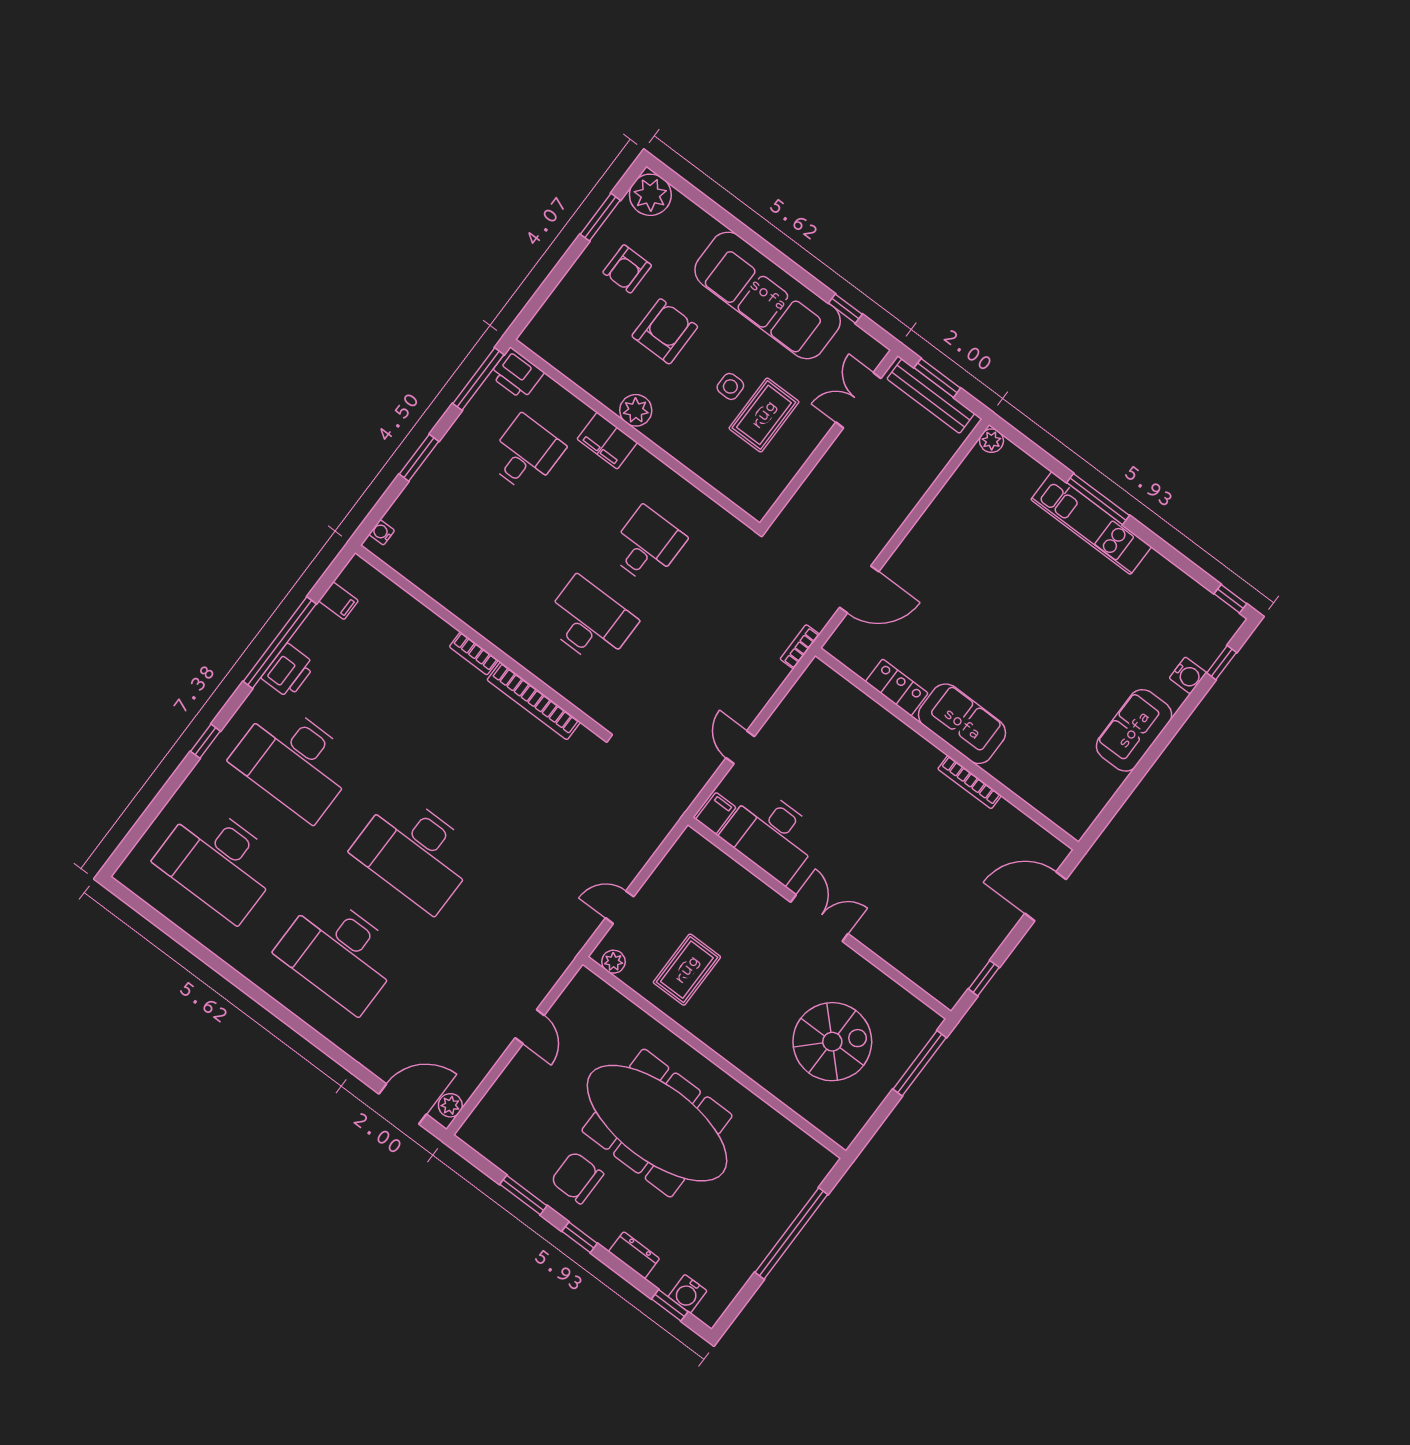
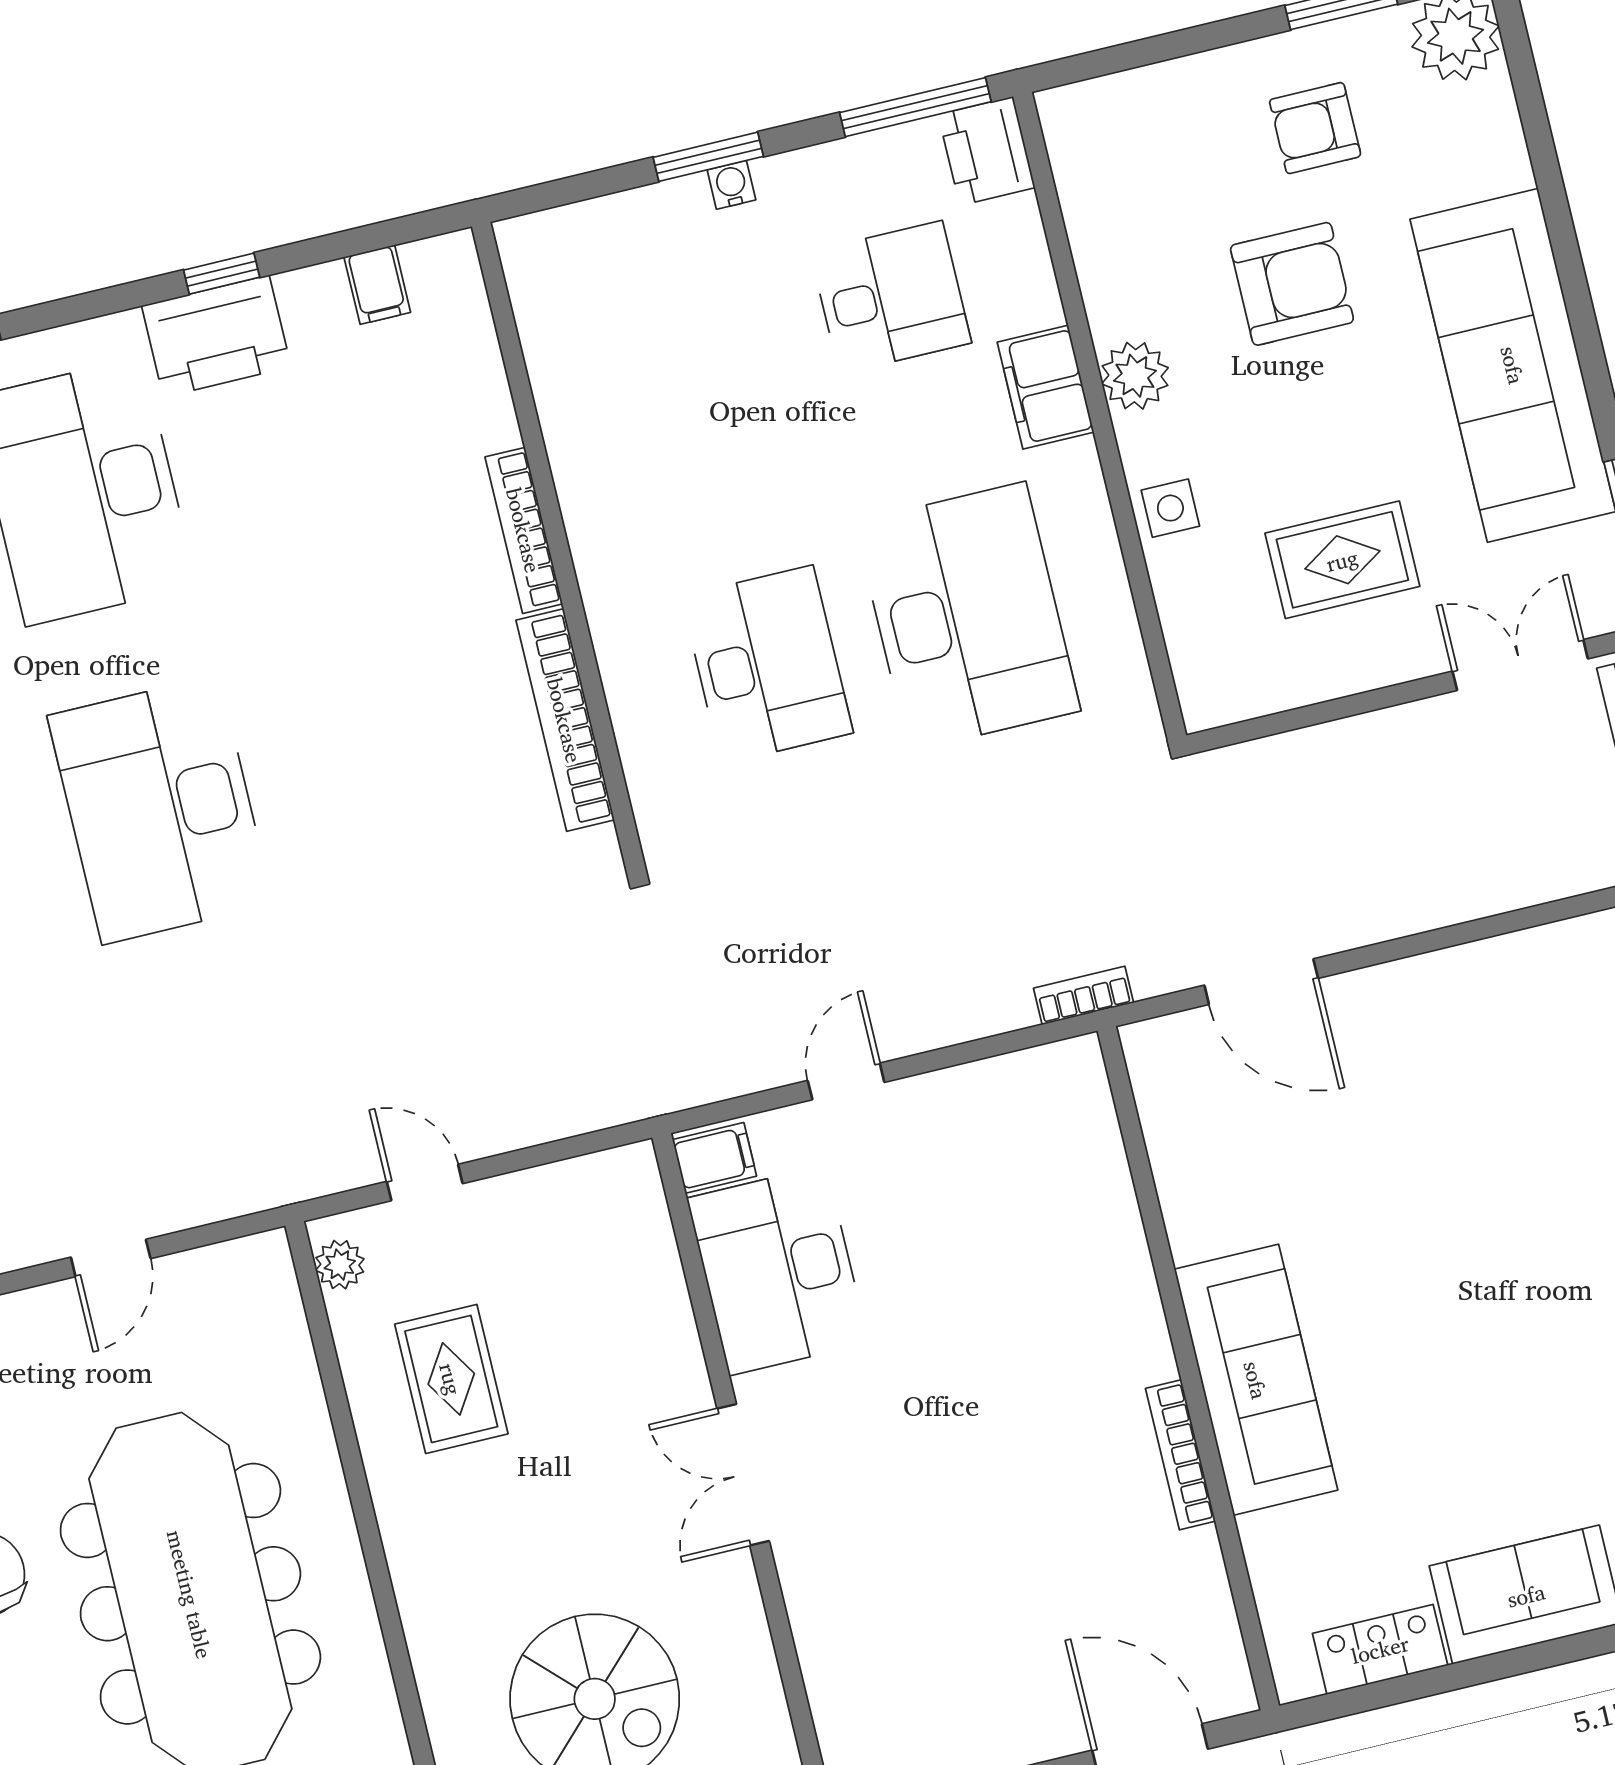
side table: (730, 386) -> (1170, 508), moved
water cooler: (382, 532) -> (731, 185), moved
desk: (647, 546) -> (968, 617), width x1.87, depth x1.30
window: (280, 643) -> (222, 274), width x0.32
bookcase: (474, 653) -> (524, 530), width x1.56
printer: (288, 671) -> (216, 336), width x1.37, depth x1.19
locker: (897, 687) -> (1380, 1649), moved, turned -90
sofa: (962, 724) -> (1256, 1380), width x1.36
double door: (819, 918) -> (743, 1475), swing flipped
rug: (687, 970) -> (451, 1379), turned 90

